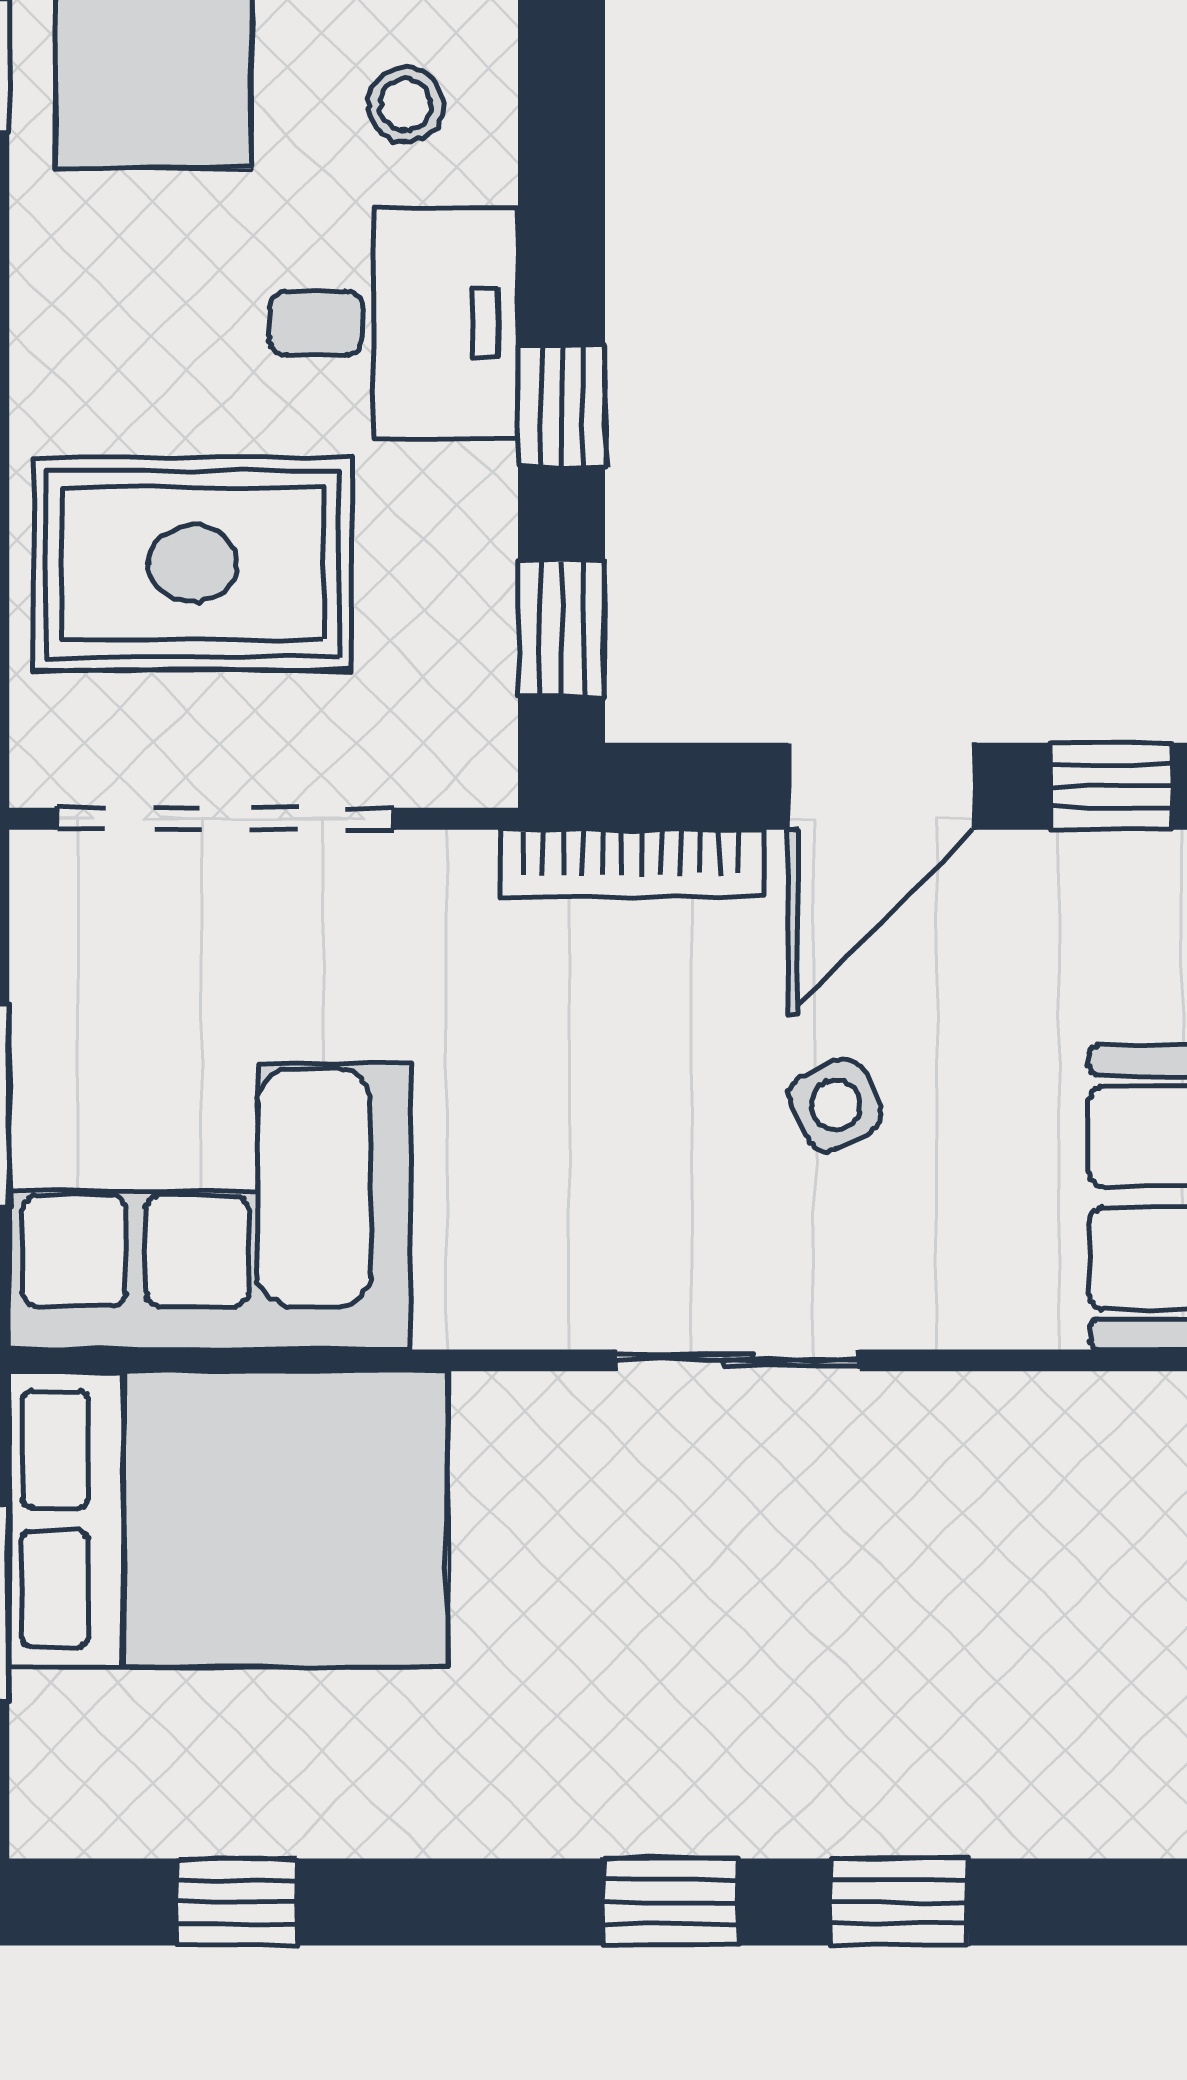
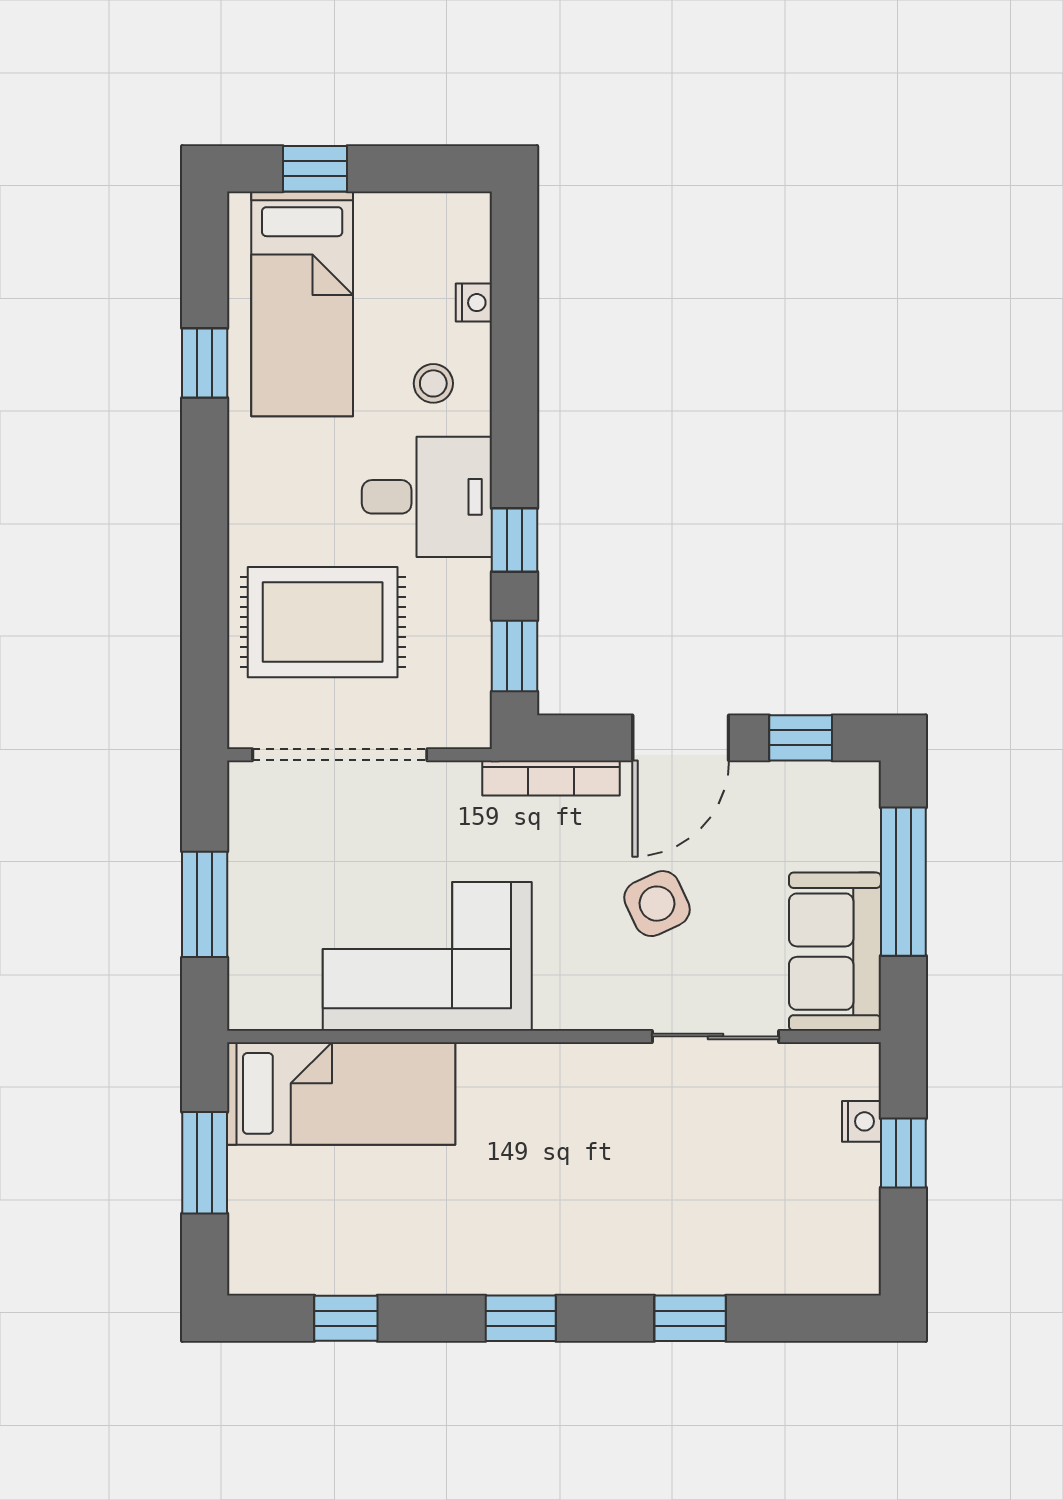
side table: (835, 1105) -> (657, 904), width x1.37, depth x1.37
corner sofa: (210, 1206) -> (427, 956), moved
sliding door: (738, 1360) -> (715, 1036), moved
bed: (228, 1519) -> (341, 1093), width x0.67
window: (670, 1902) -> (521, 1318), moved

